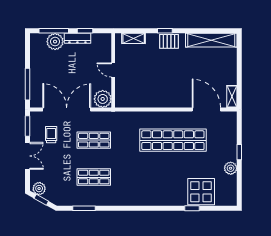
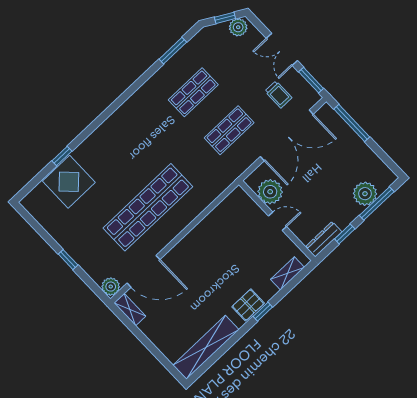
dresser: (77, 38) -> (324, 239), moved
plant: (103, 99) -> (270, 192), moved
plant: (231, 168) -> (111, 287), moved

